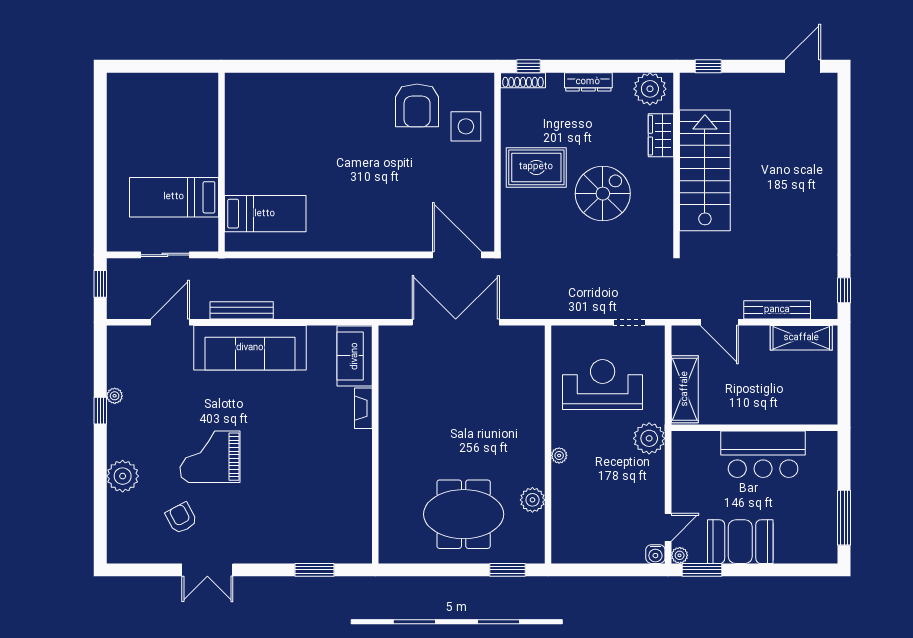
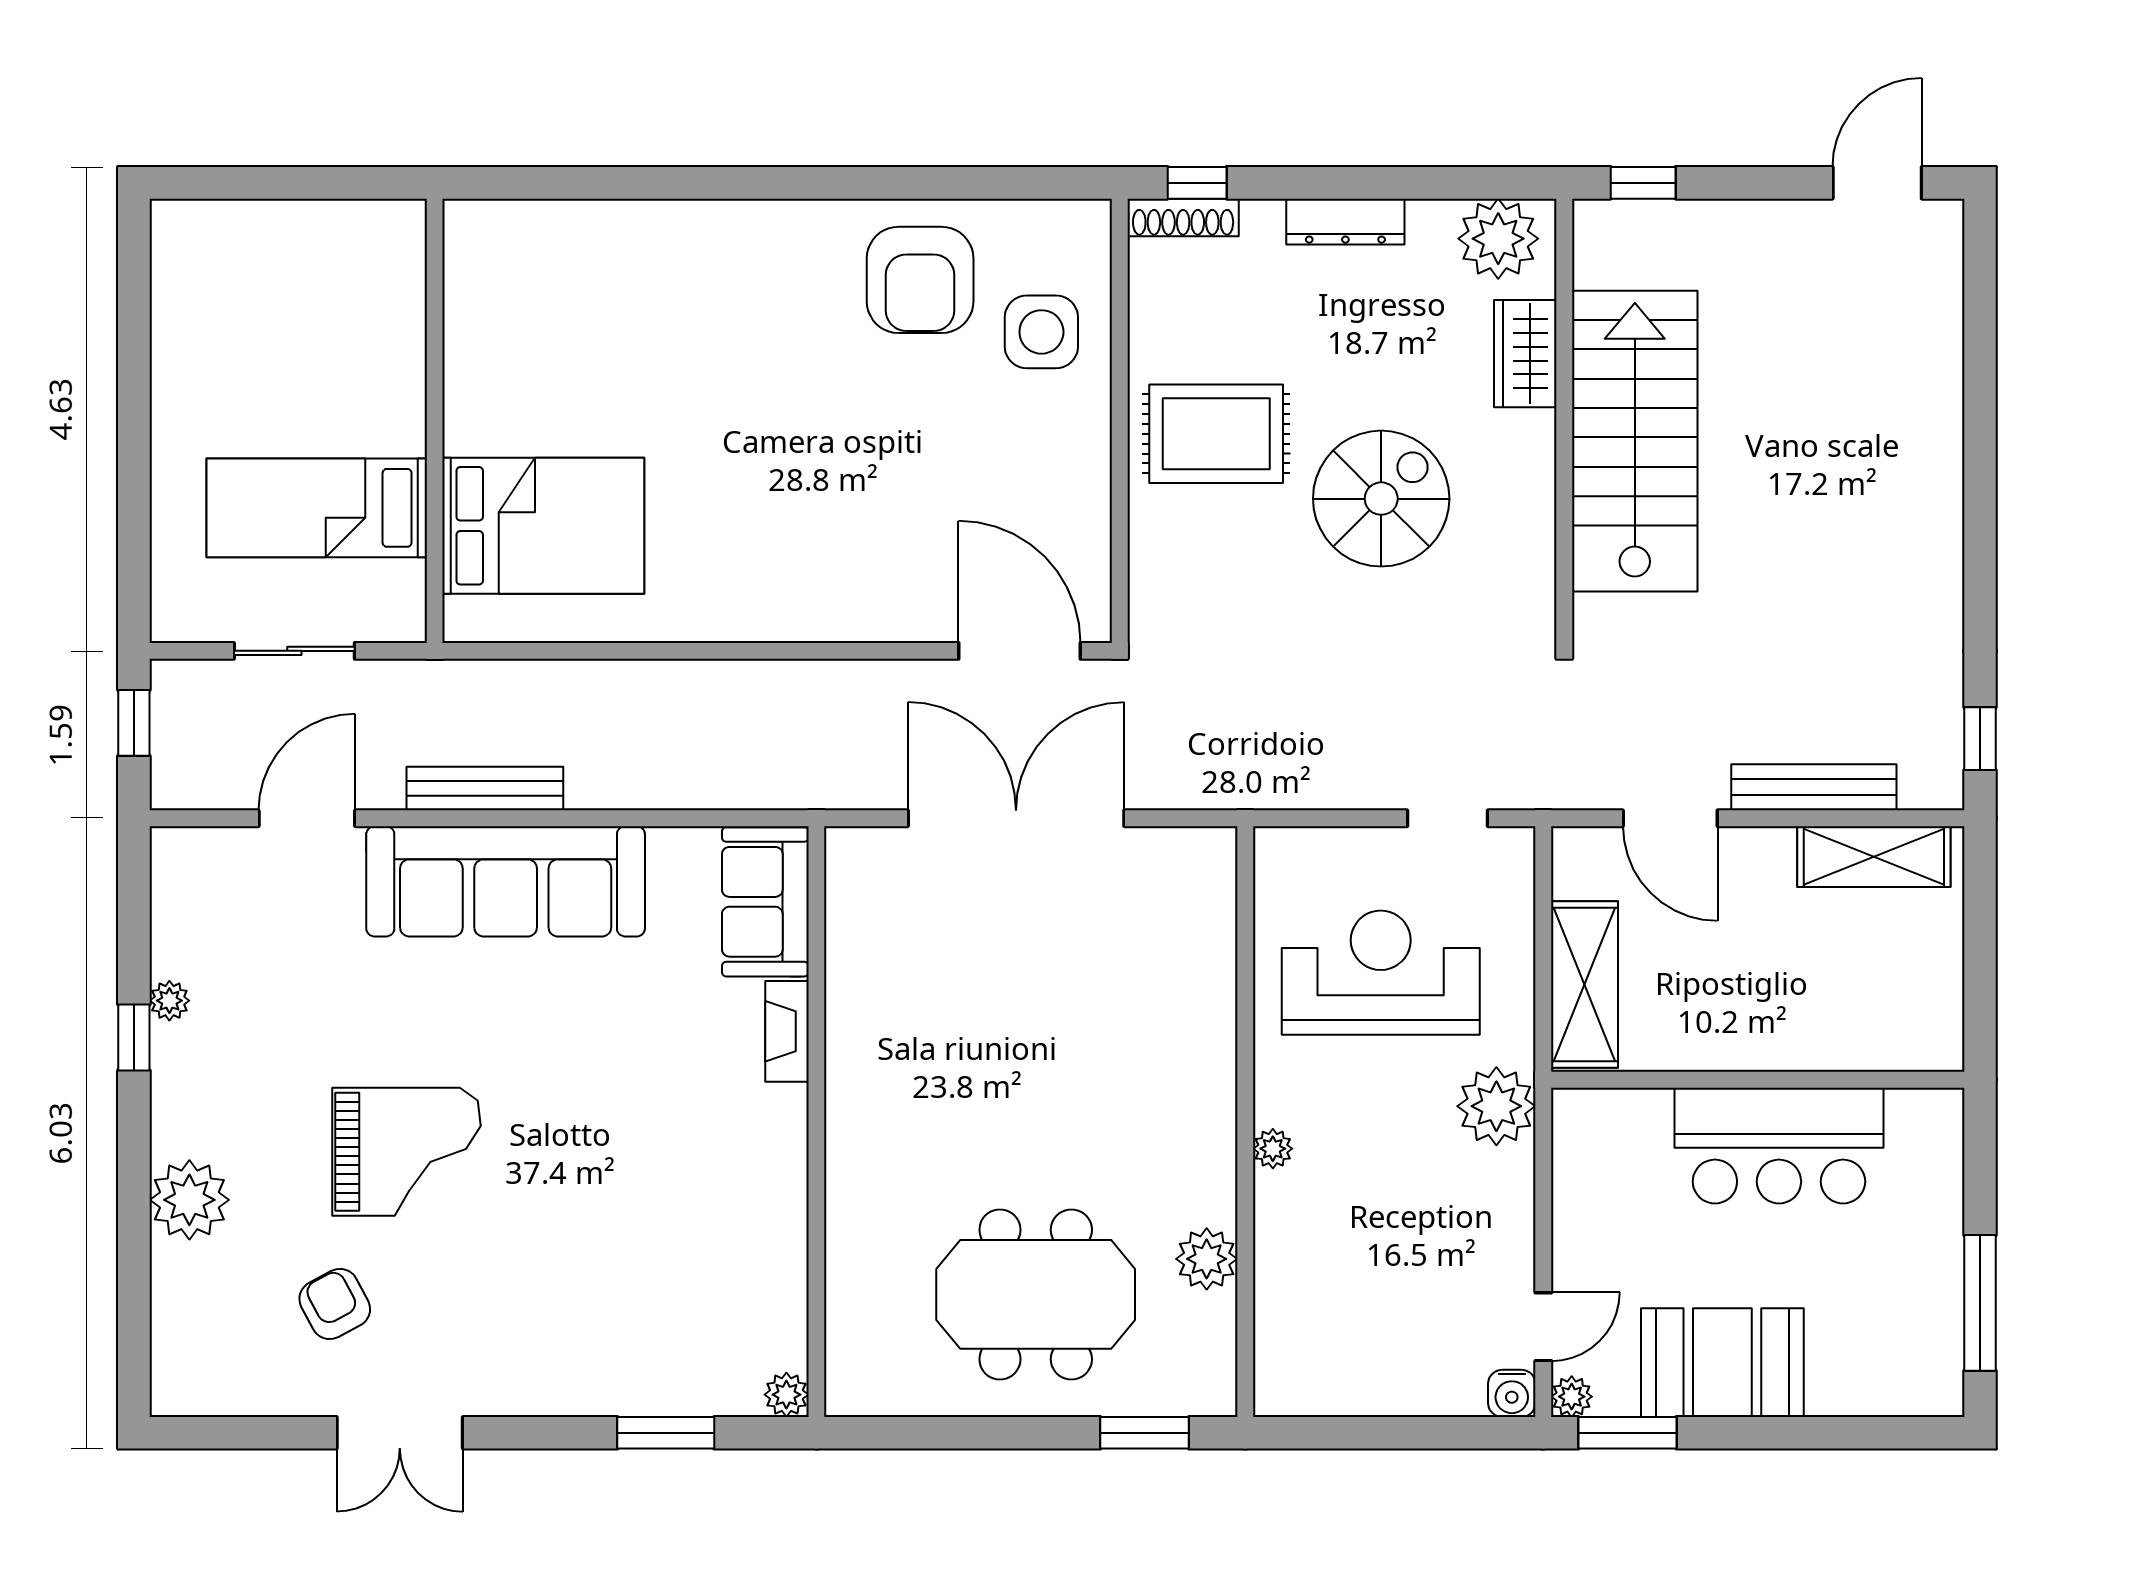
bed: (265, 214) -> (543, 526), width x1.50
grand piano: (210, 457) -> (406, 1152), turned 180
plant: (363, 555) -> (786, 1395), added

